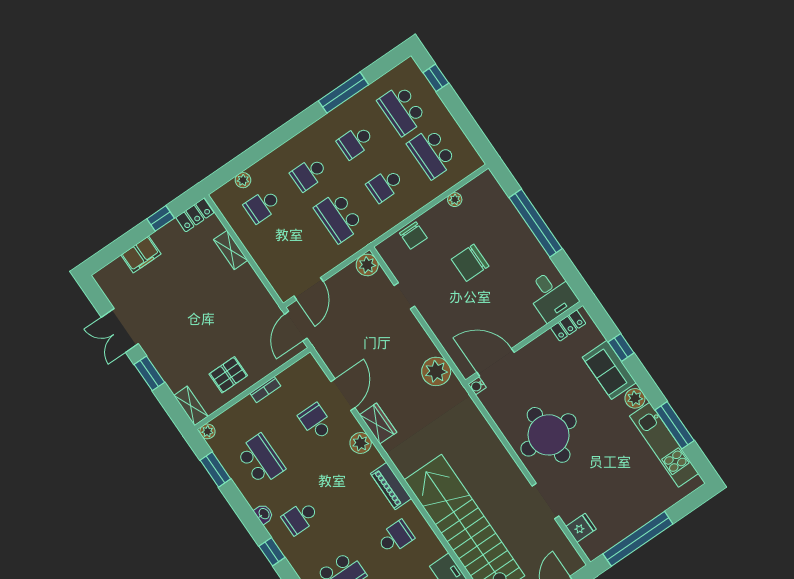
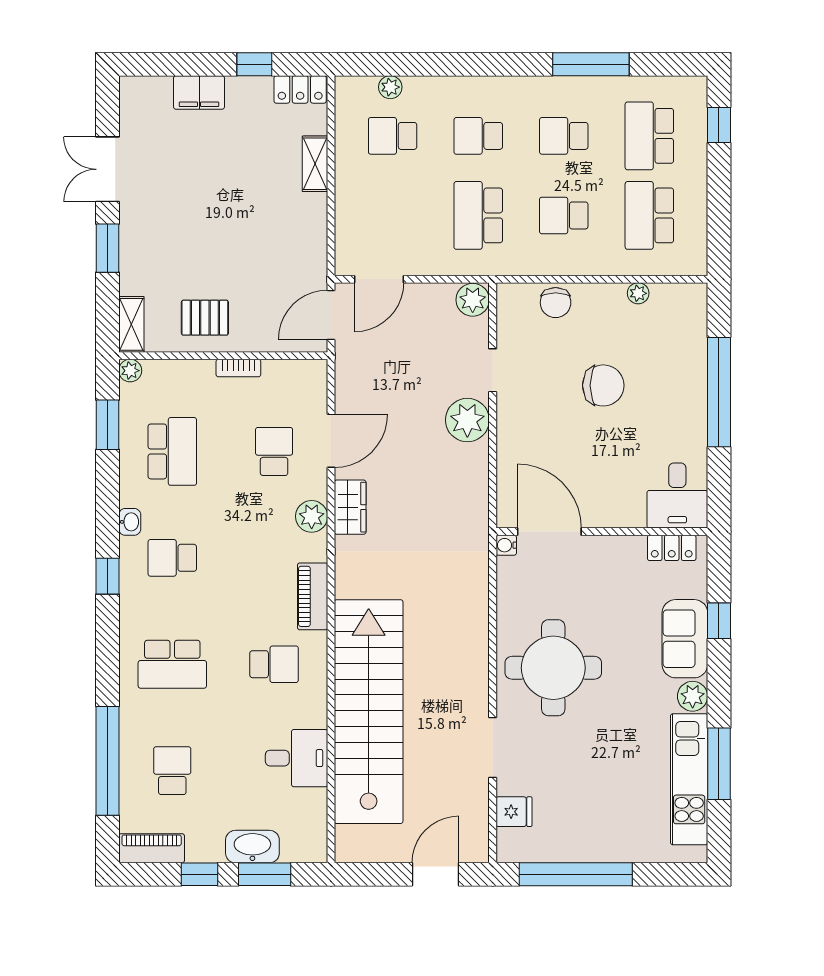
chair: (470, 263) -> (603, 385), turned 180
plant: (436, 371) -> (467, 420), moved

